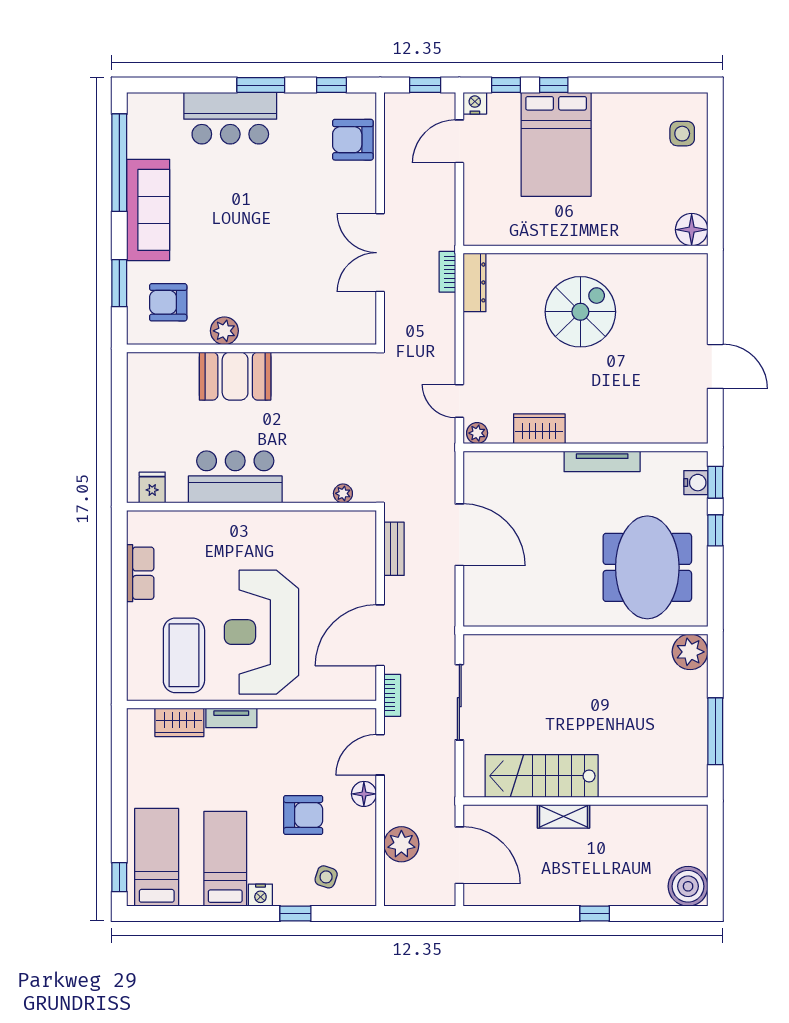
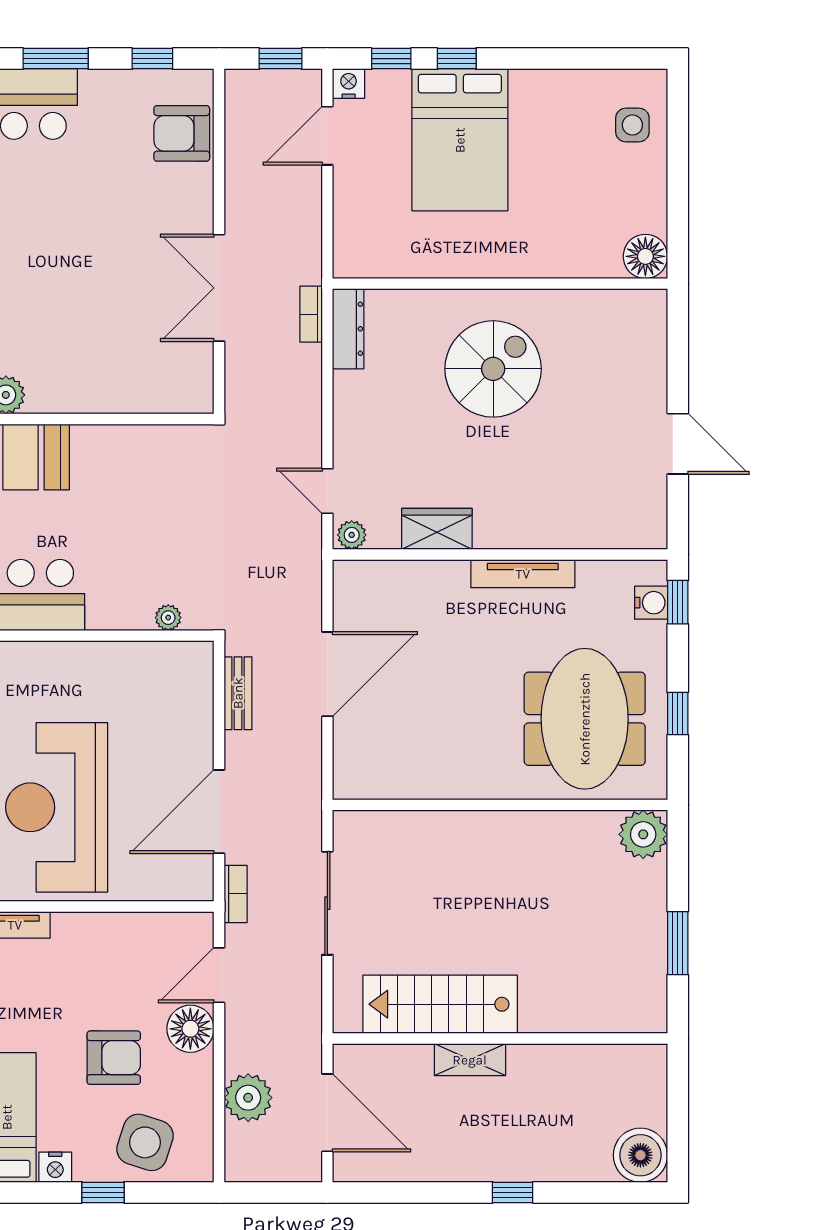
window: (715, 530) -> (678, 714), moved
door: (459, 535) -> (327, 674), hinge flipped
window: (715, 731) -> (678, 943), width x0.69
floor lamp: (364, 794) -> (190, 1029), width x1.38, depth x1.38
side table: (326, 877) -> (145, 1142), width x1.87, depth x1.87

